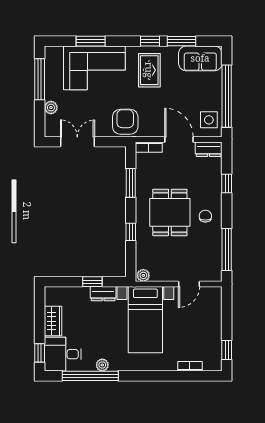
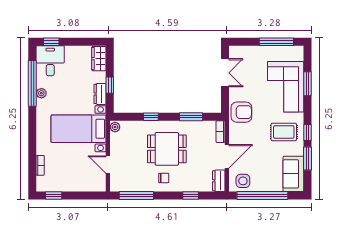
plant: (51, 108) -> (253, 51), removed
wardrobe: (53, 321) -> (99, 59), moved, turned 90

